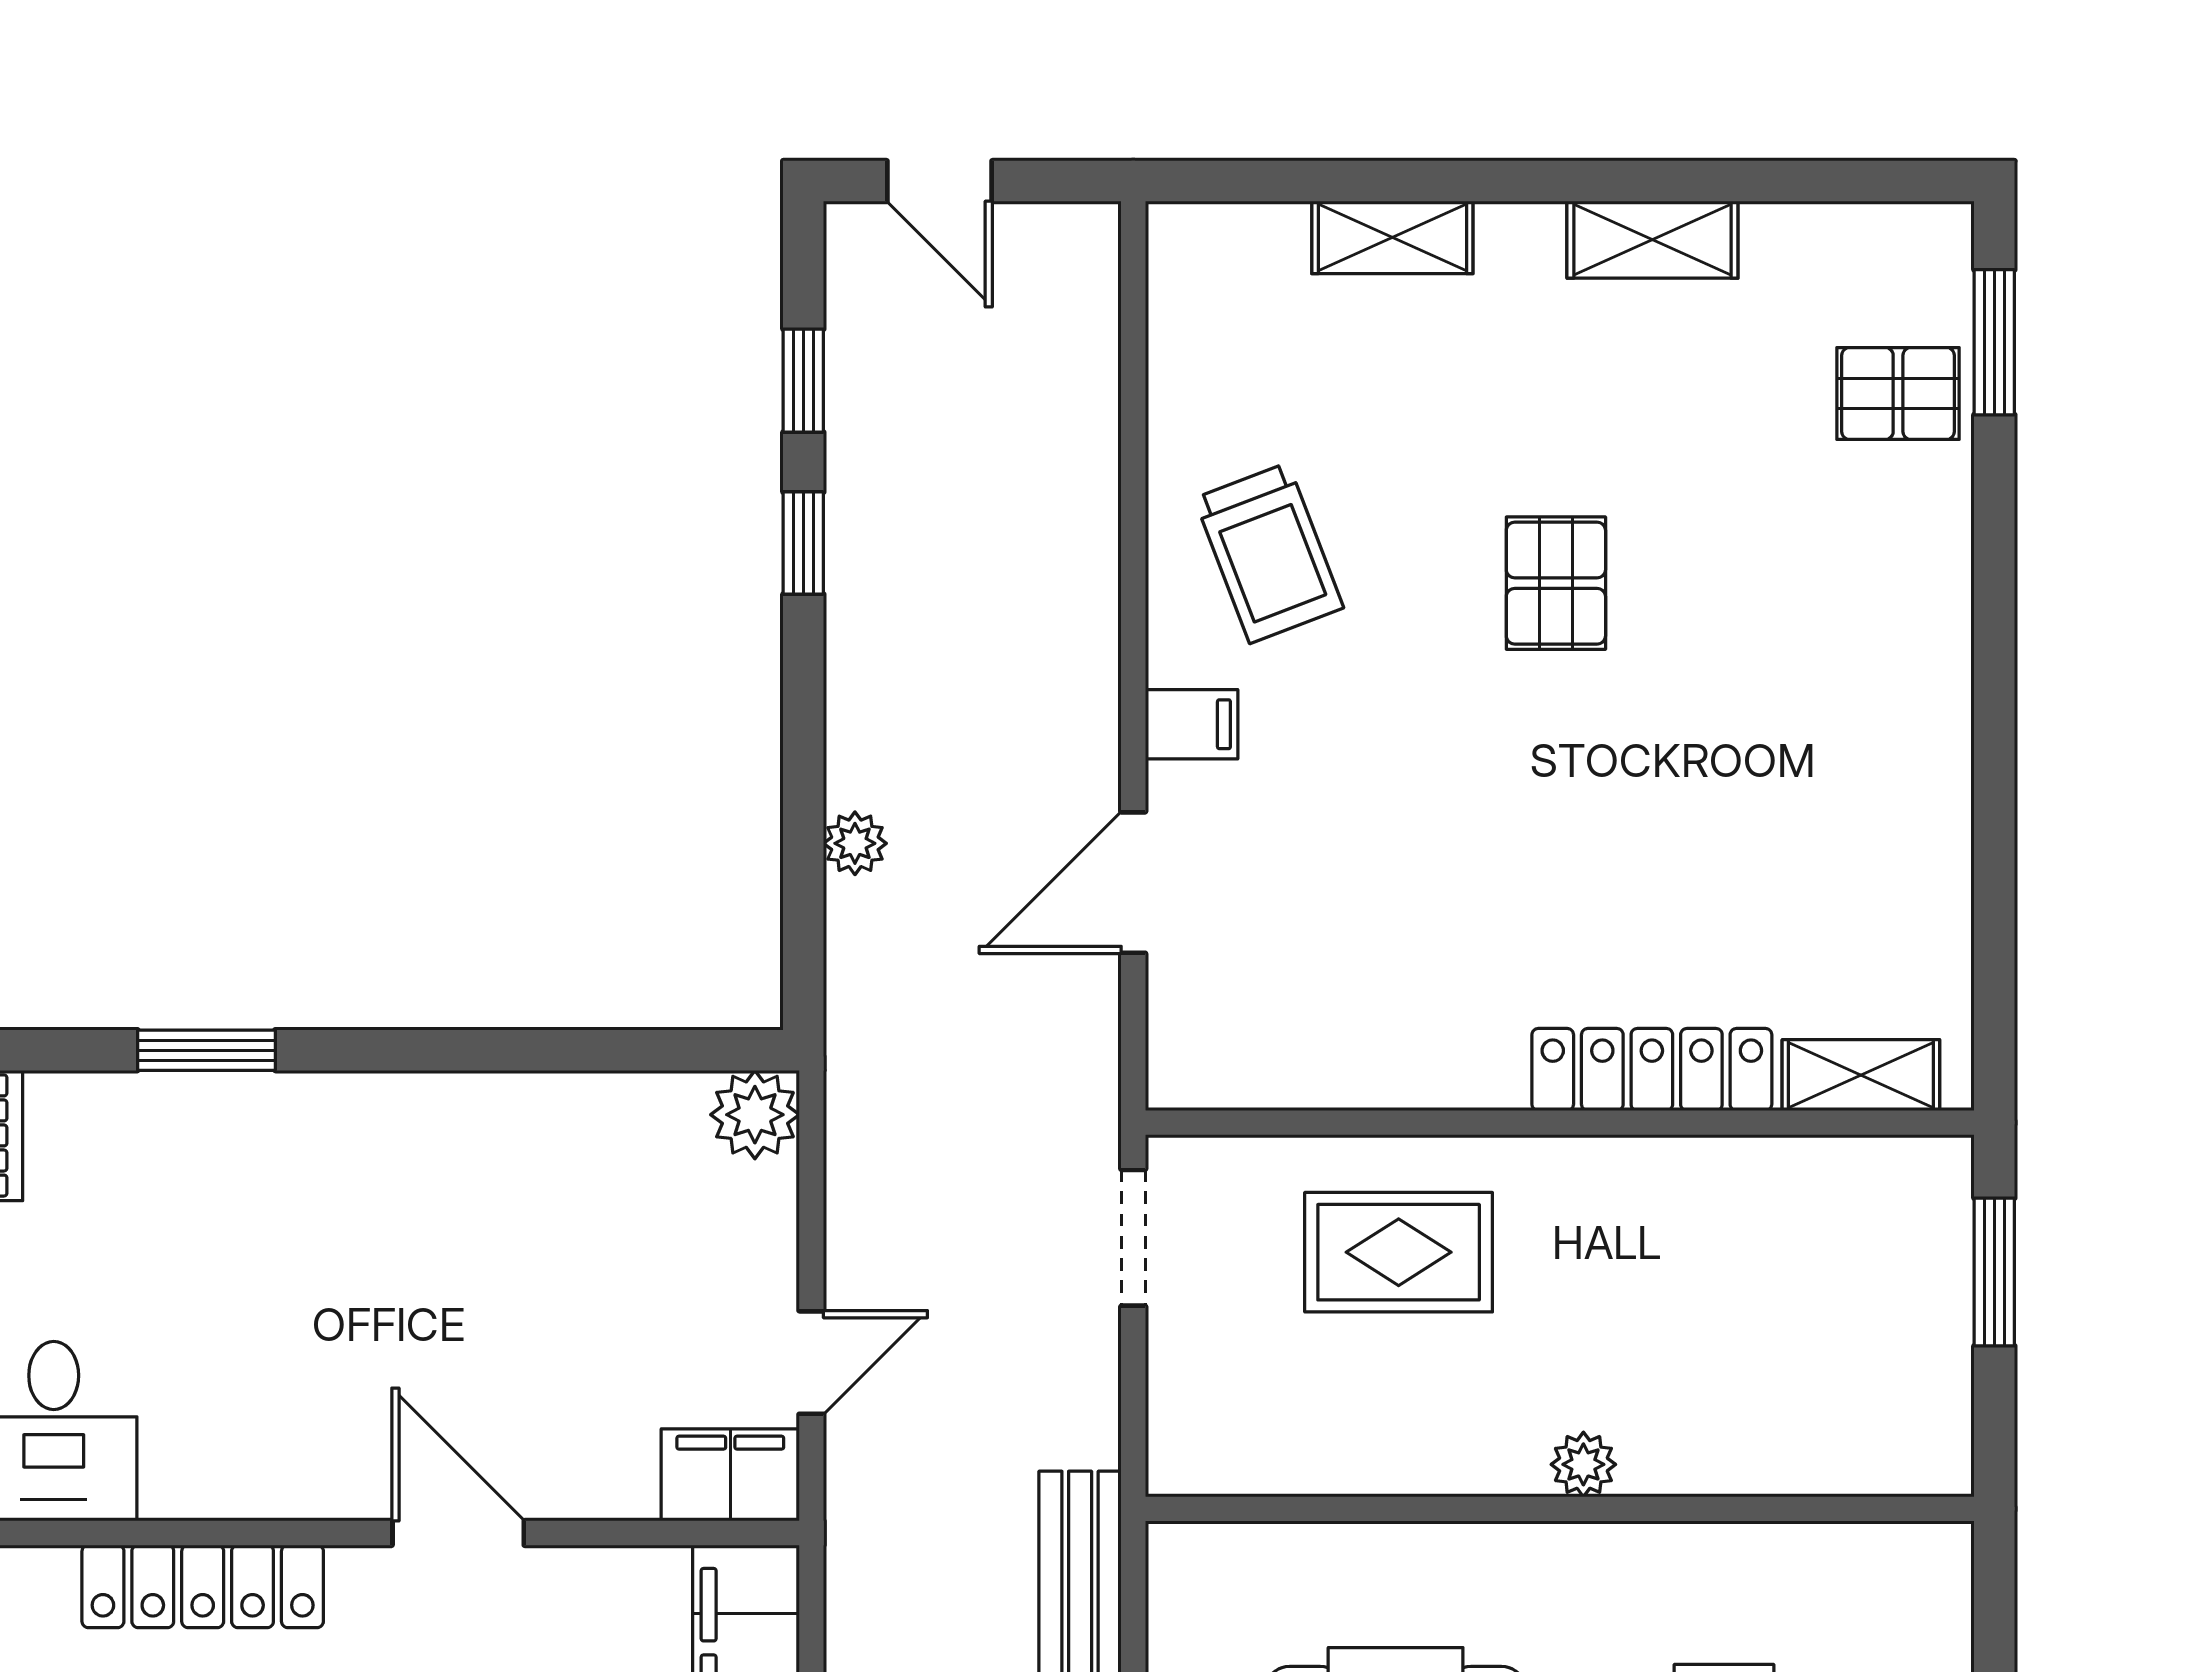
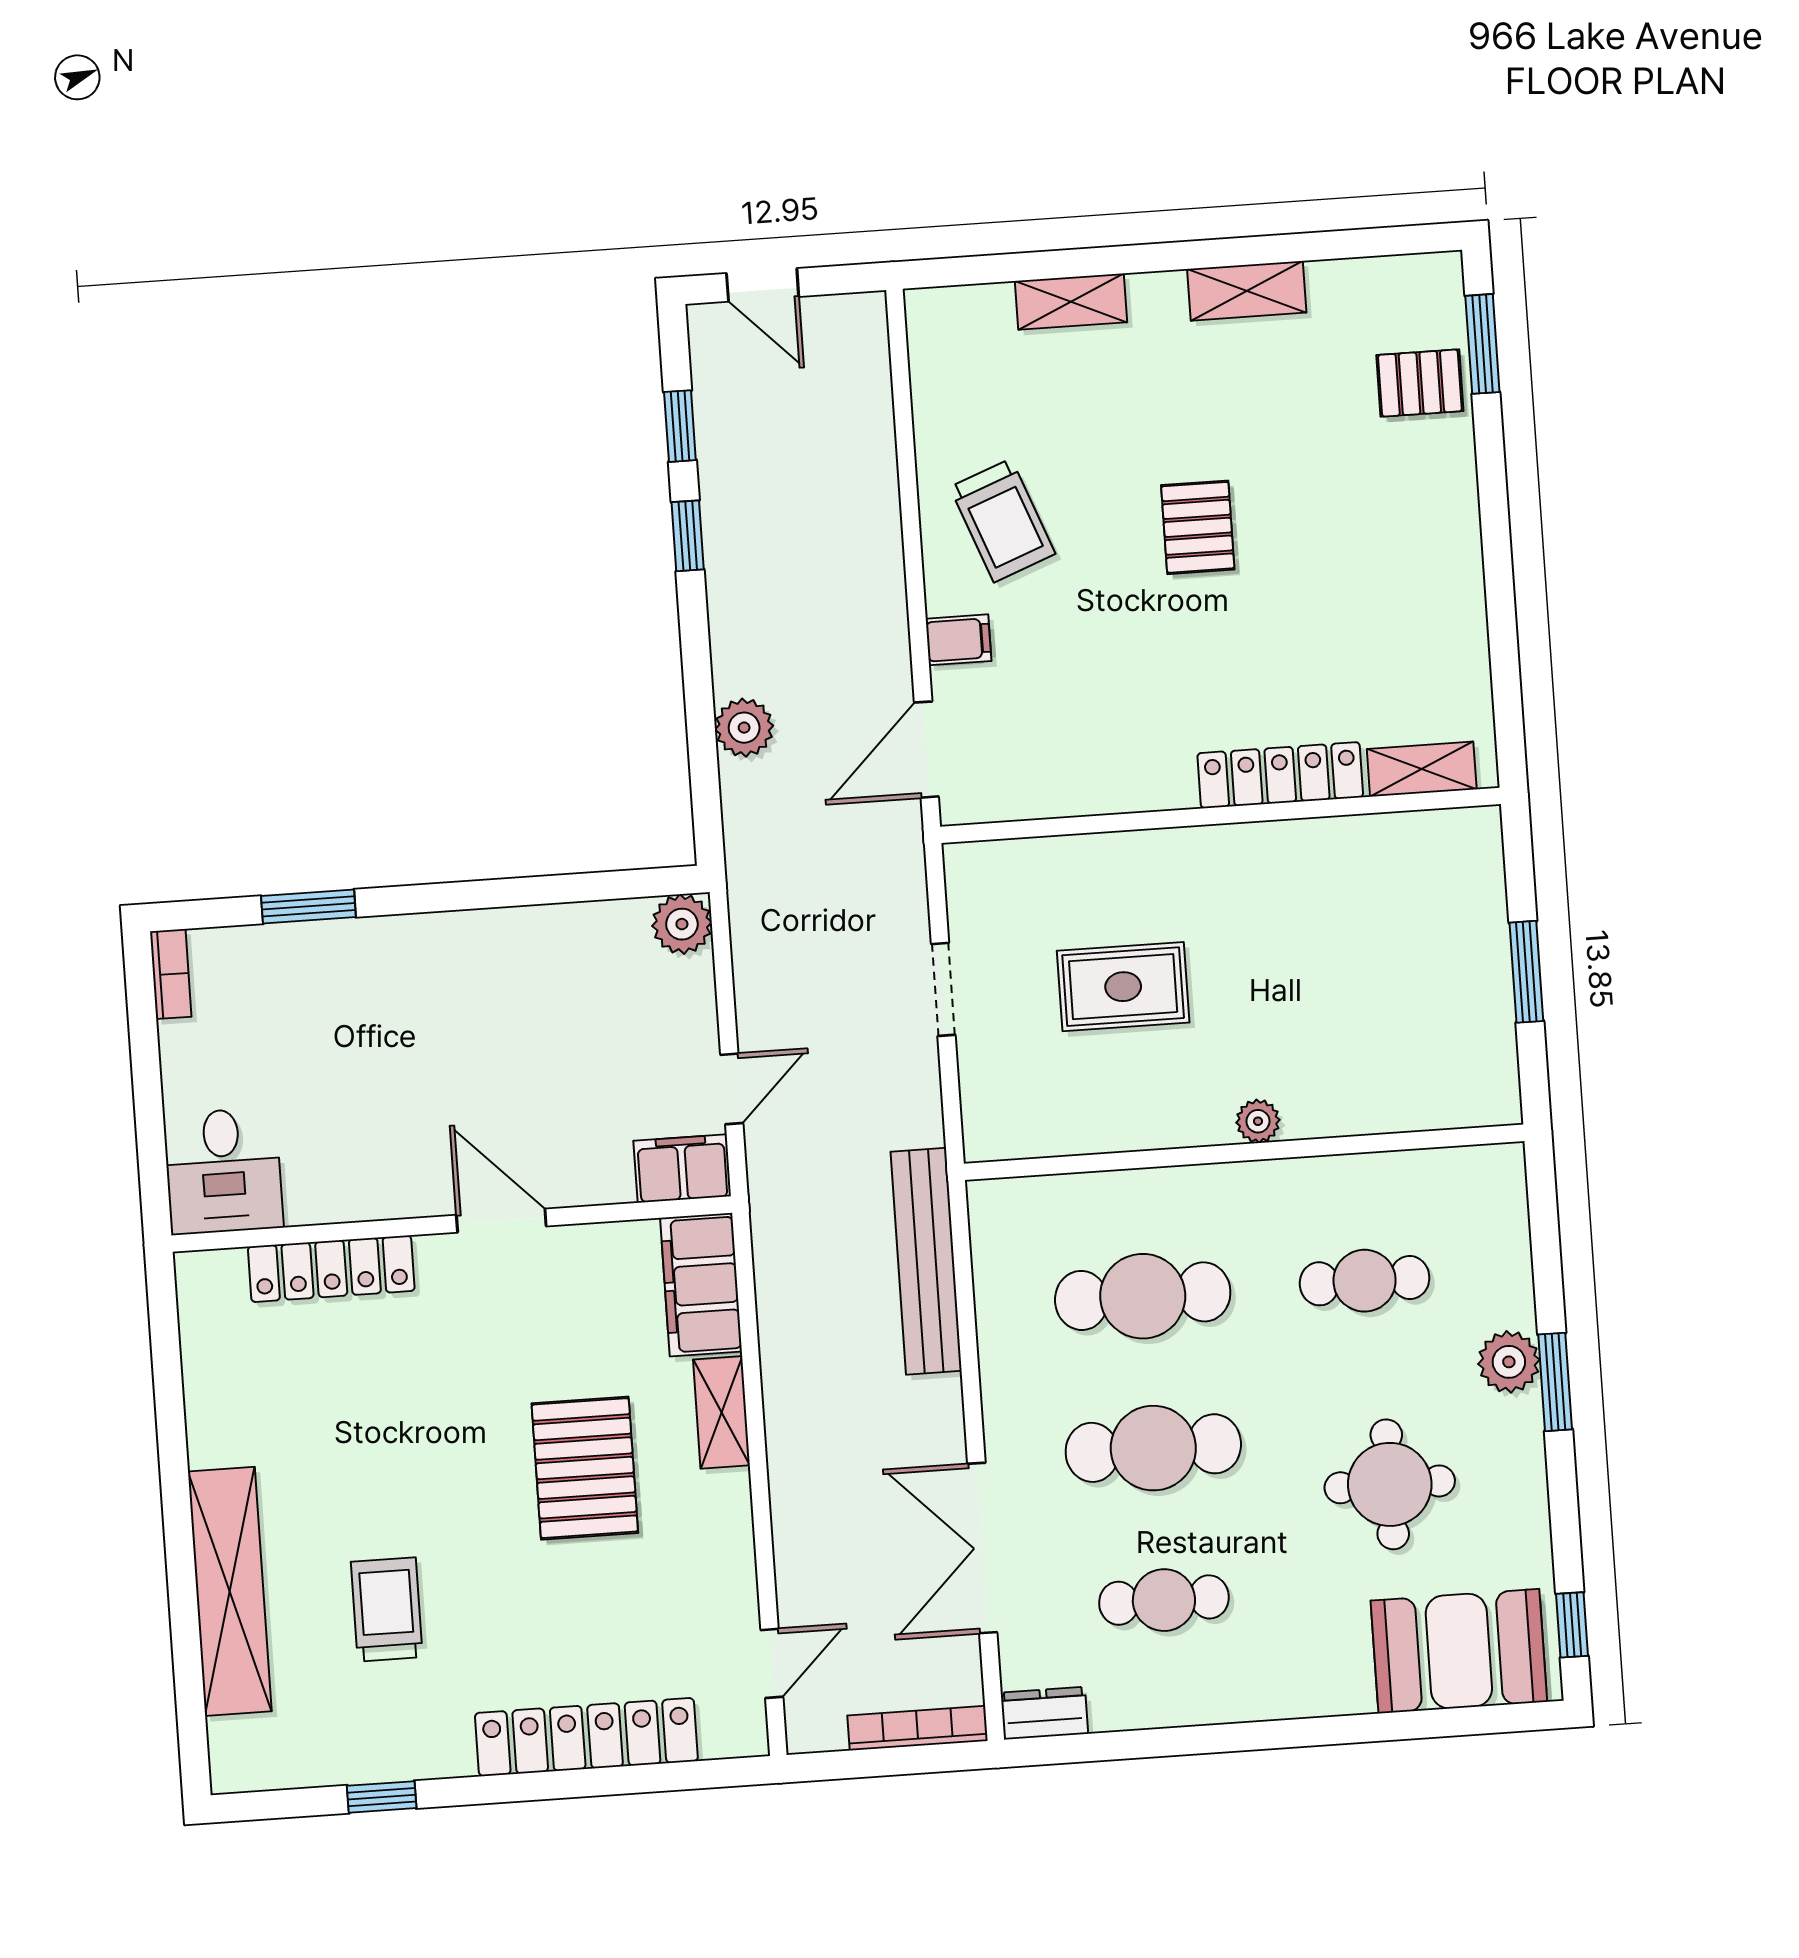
plant: (855, 843) -> (744, 728), width x1.38, depth x1.38
locker: (1652, 1070) -> (1280, 775), moved
shelving: (1861, 1075) -> (1422, 769), moved
wall: (1560, 1123) -> (1221, 815), moved

